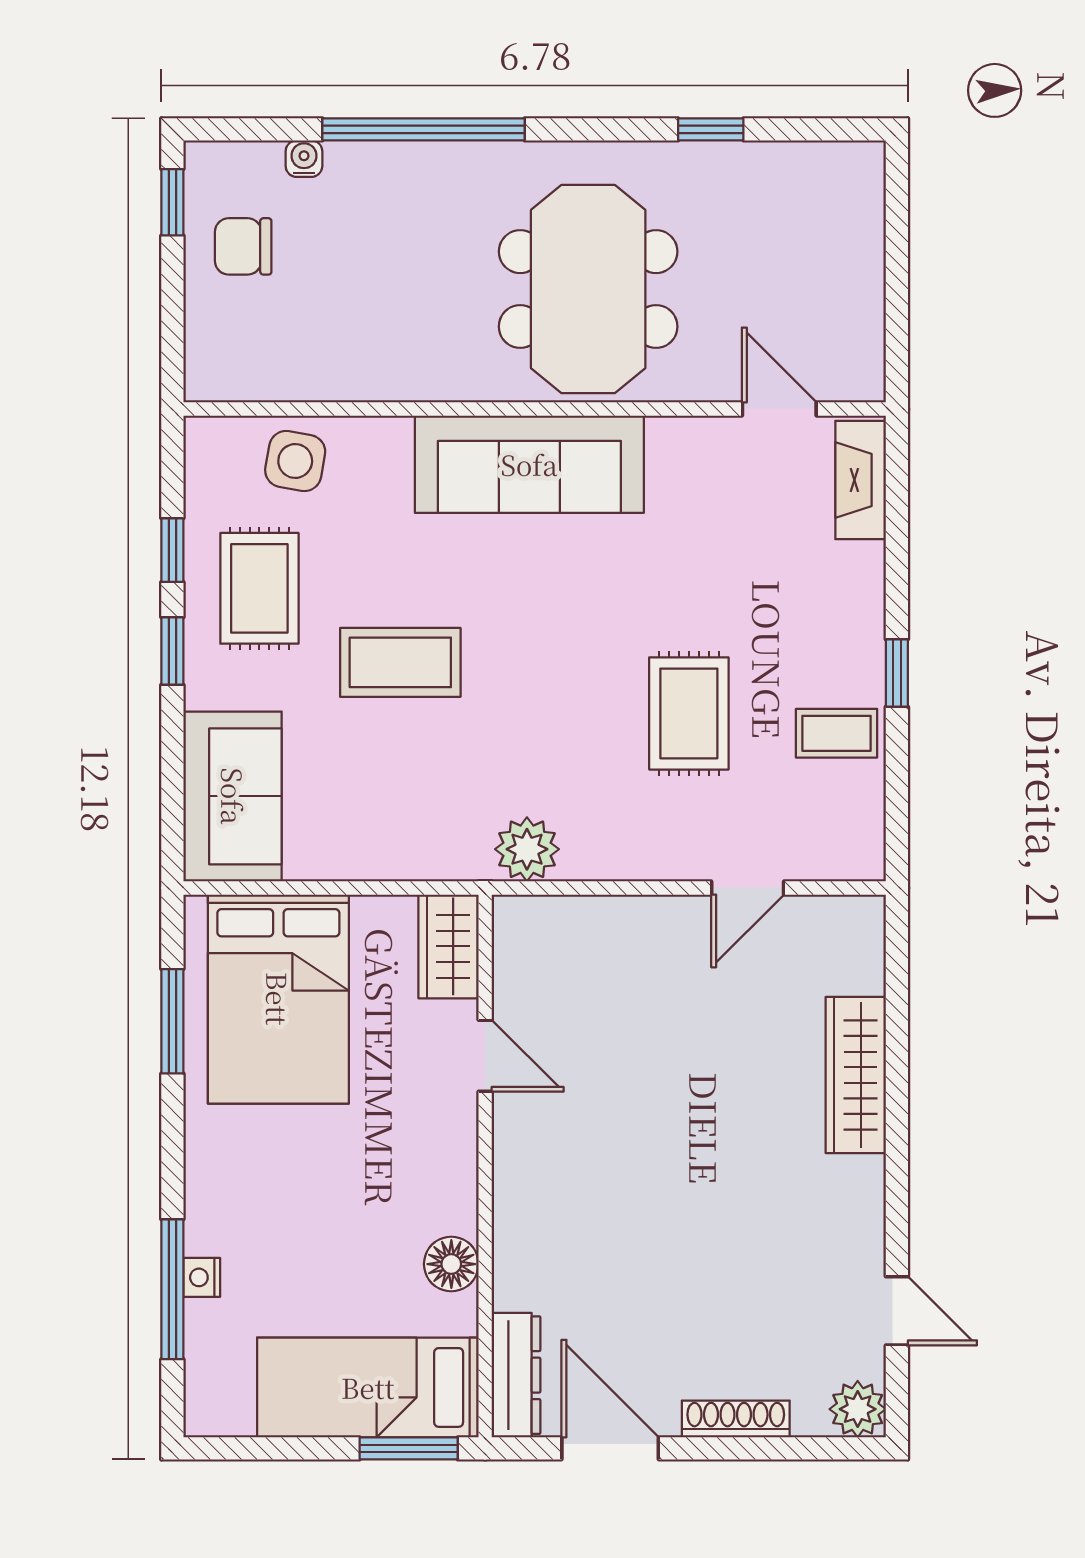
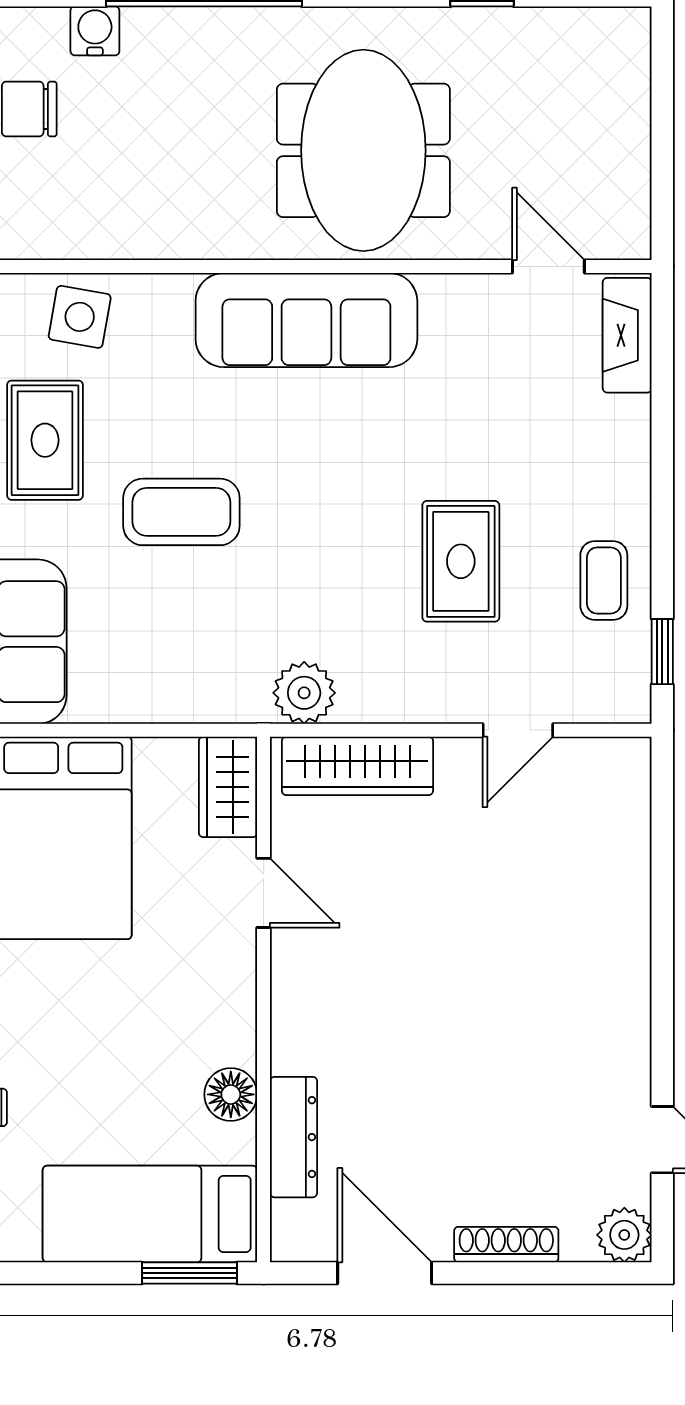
water cooler: (304, 159) -> (95, 31), width x1.38, depth x1.38
window: (897, 673) -> (662, 652), moved
coffee table: (837, 733) -> (604, 581), turned 90
wardrobe: (856, 1075) -> (357, 766), moved, turned -90
dresser: (516, 1375) -> (294, 1137), moved

